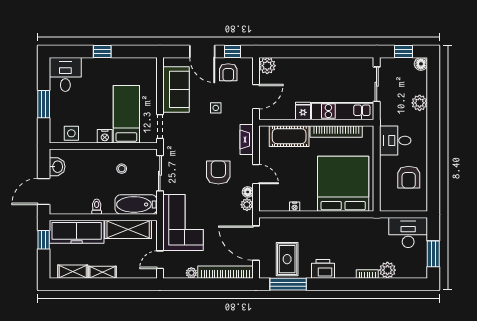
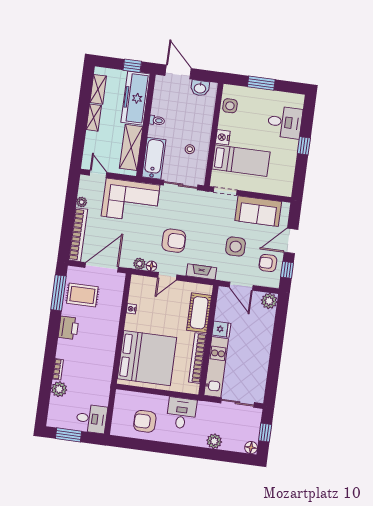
desk: (65, 74) -> (285, 122), moved
side table: (216, 108) -> (236, 247), width x1.87, depth x1.87
desk: (408, 232) -> (92, 419), width x0.73

